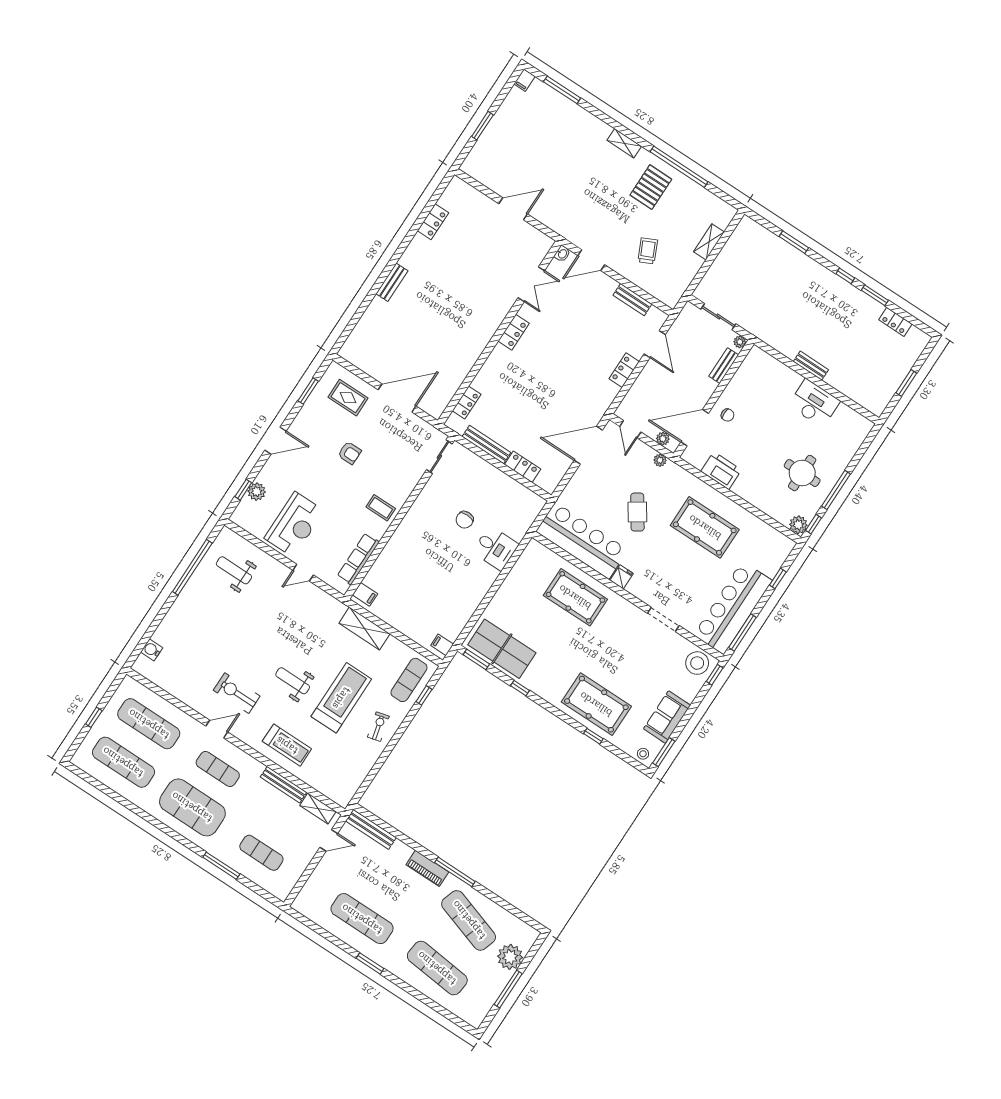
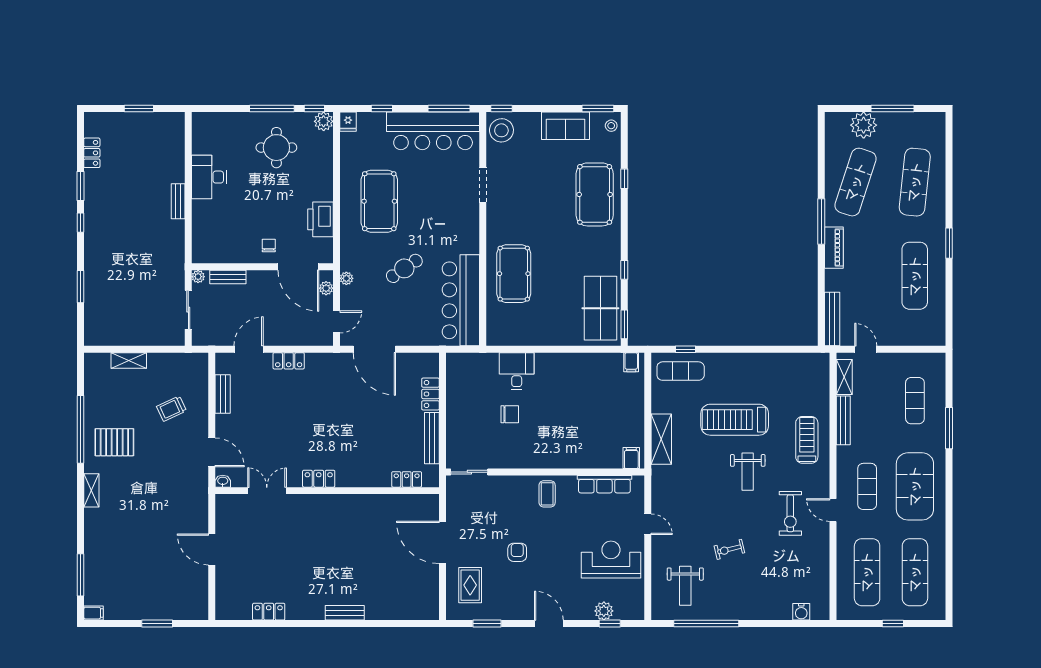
fridge: (622, 577) -> (348, 122), moved, turned -90
exercise bike: (378, 727) -> (729, 549), moved

